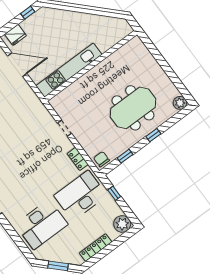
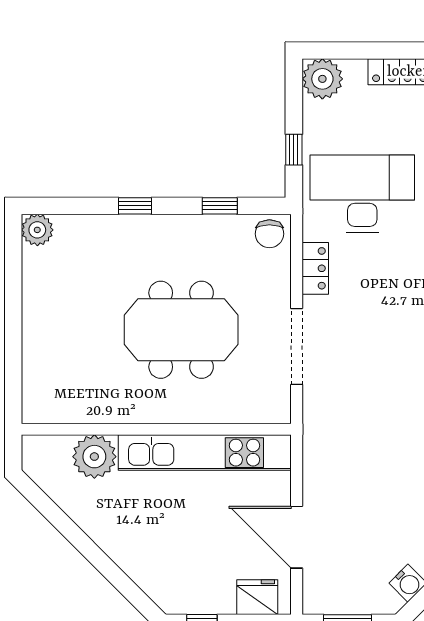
plant: (105, 41) -> (94, 457), added
meeting table: (133, 108) -> (181, 330), moved
doorway: (64, 128) -> (297, 347), width x1.88
desk: (80, 195) -> (362, 194), turned 180

